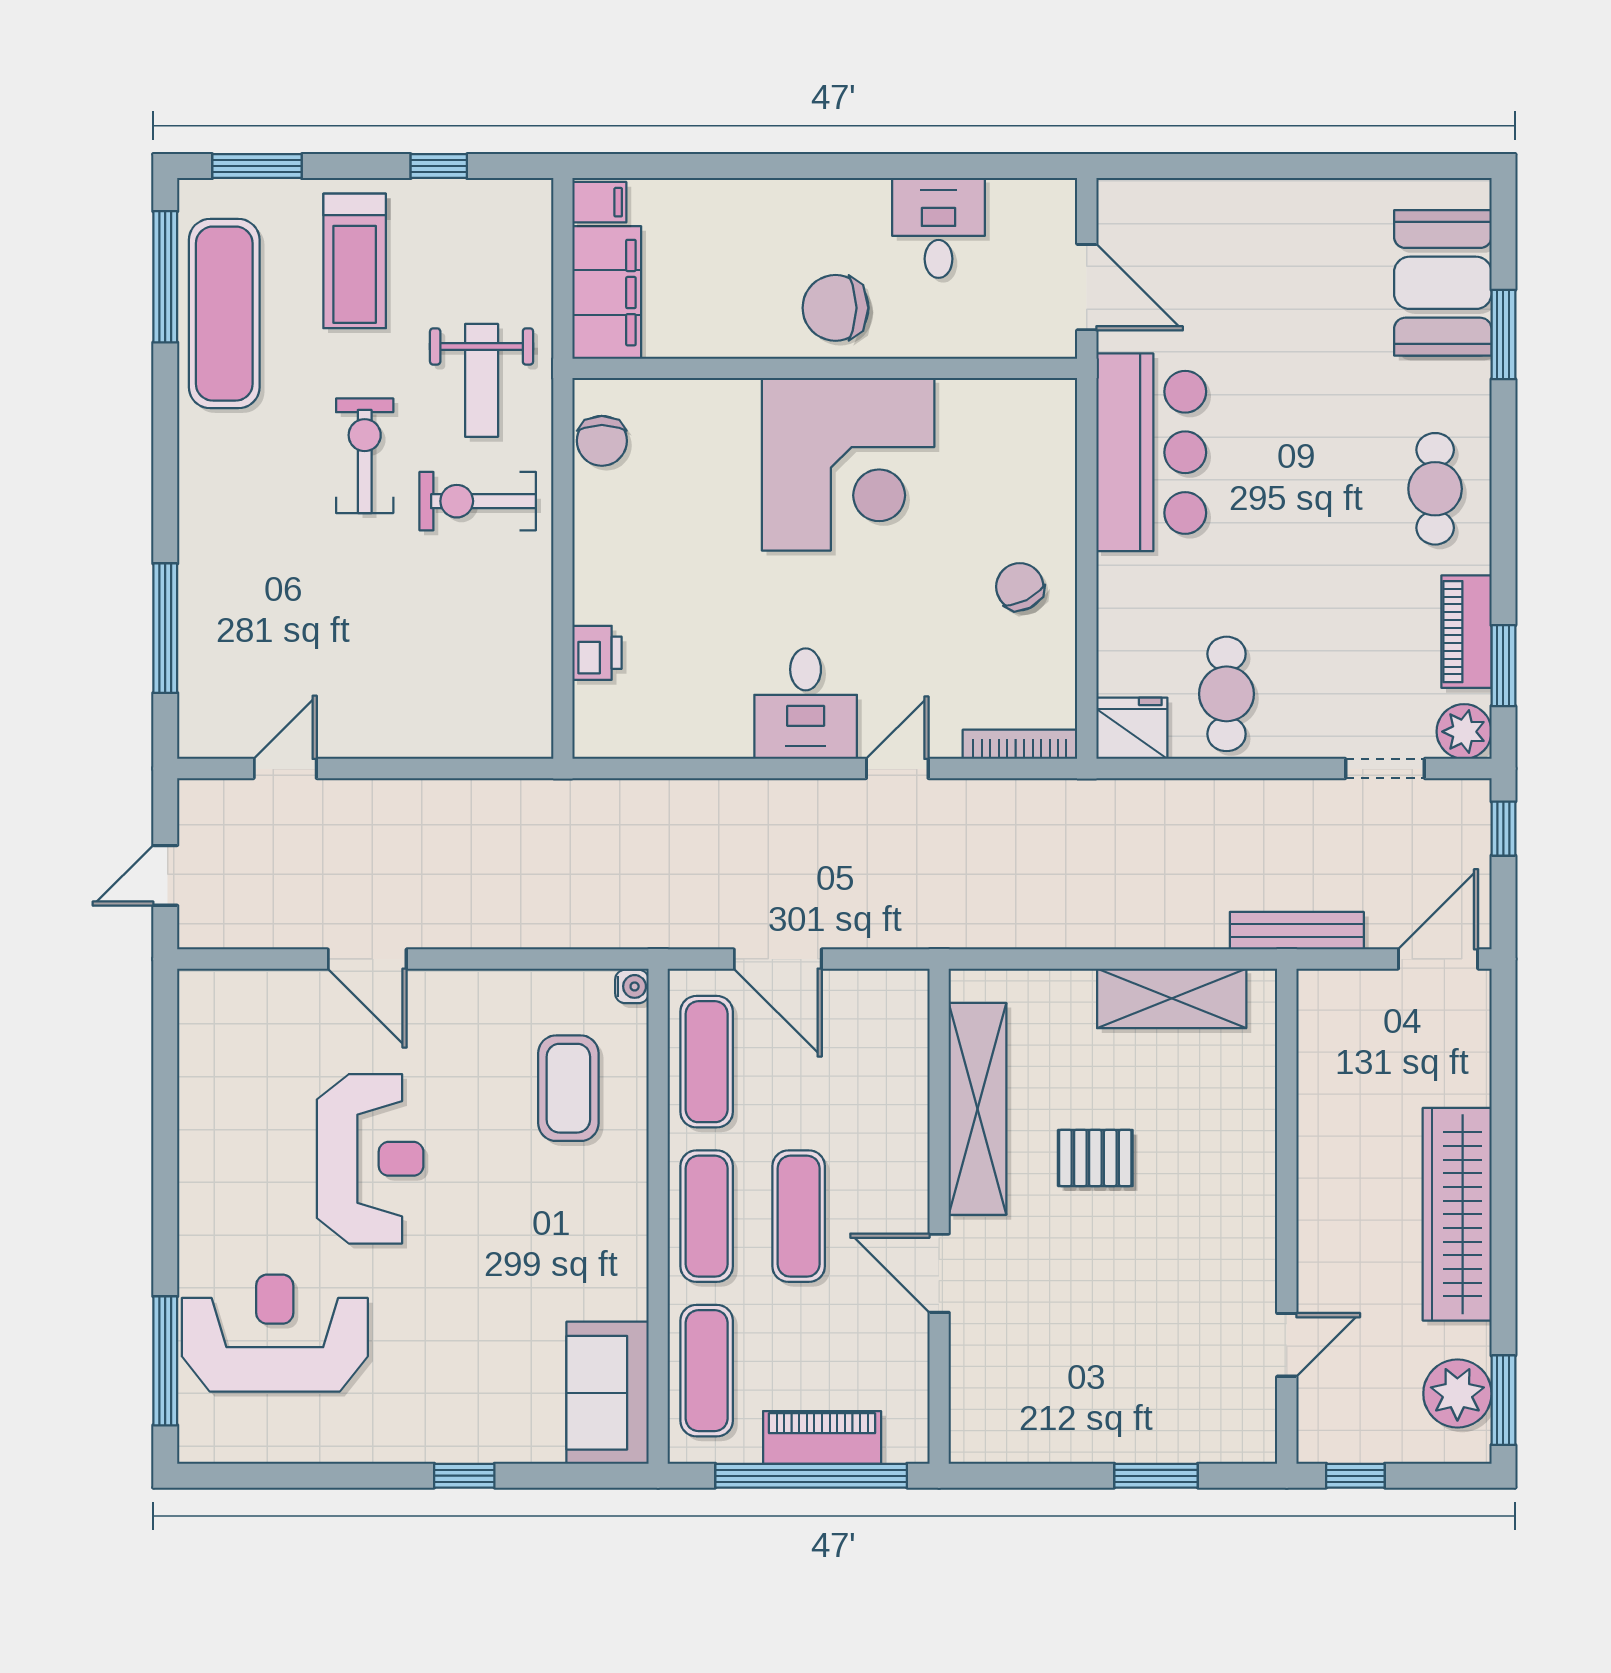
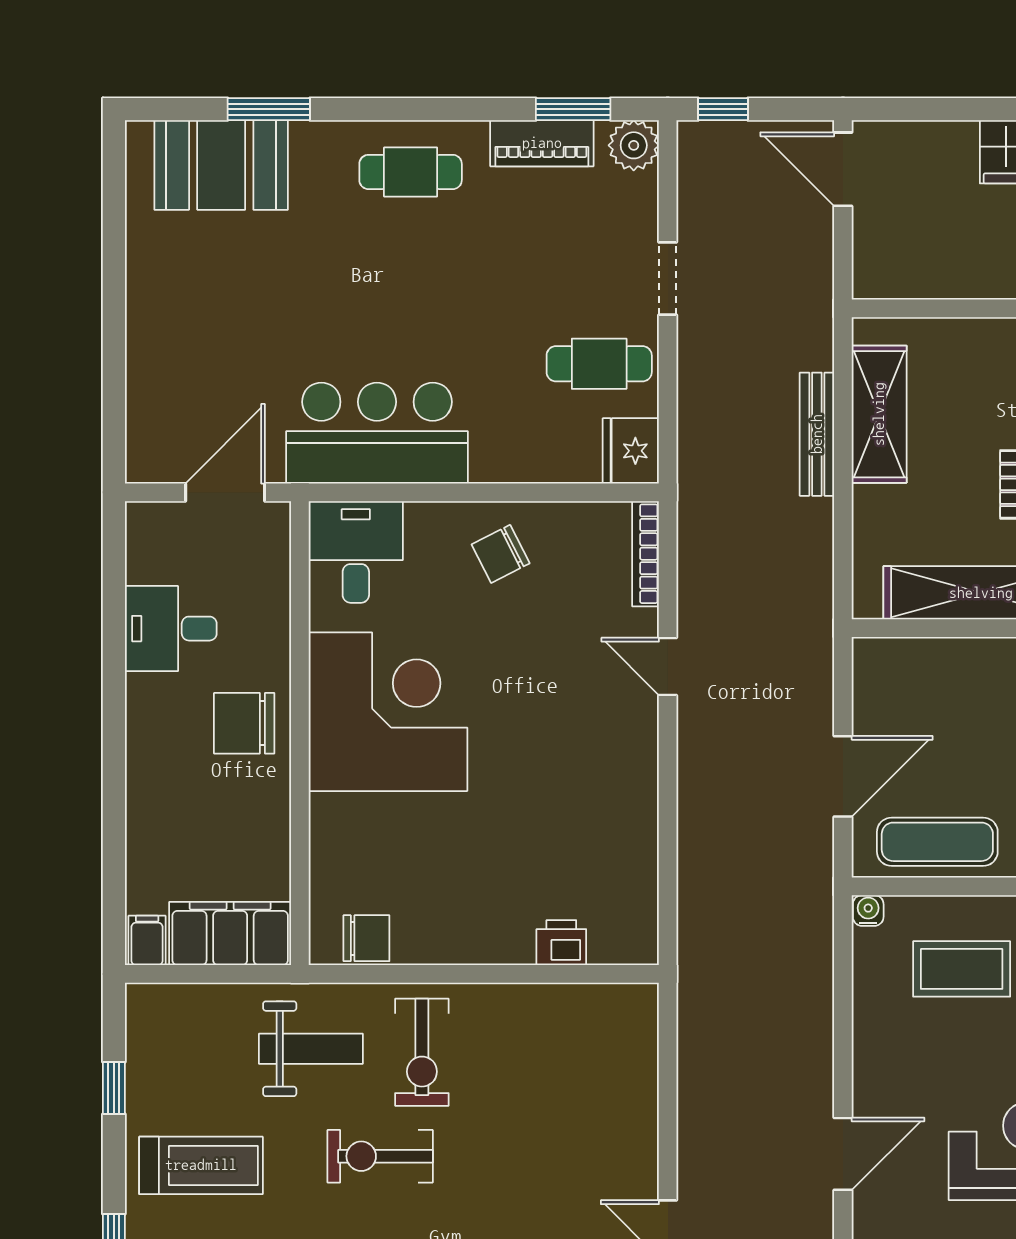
chair: (836, 308) -> (244, 723), turned 90
desk: (806, 704) -> (356, 552), moved, turned -90
doorway: (1385, 769) -> (668, 279), moved
bench: (1297, 931) -> (817, 434), moved

